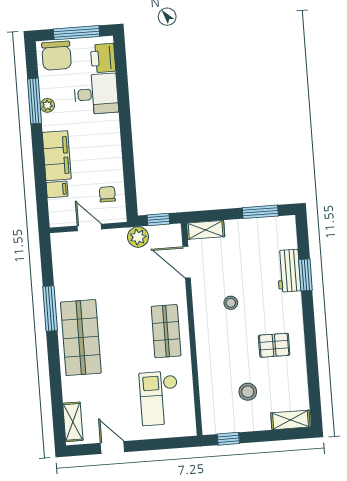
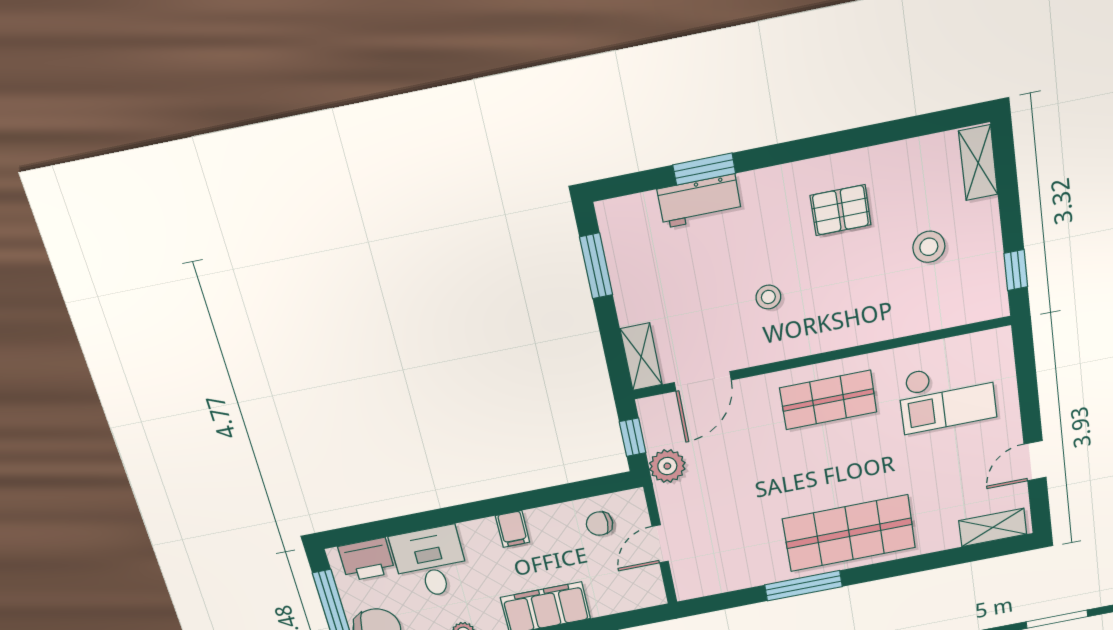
filing cabinet: (57, 189) -> (513, 529), moved, turned 180
pallet: (274, 345) -> (841, 210), turned 90

